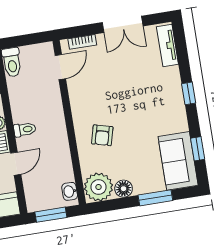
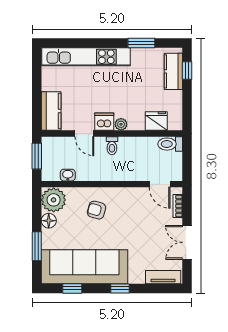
sofa: (178, 161) -> (84, 267), width x1.85, depth x1.27
washbasin: (70, 191) -> (68, 175), moved

